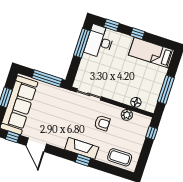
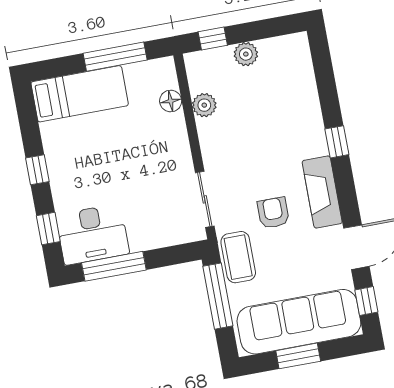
bed: (151, 53) -> (80, 94), moved, turned -90
armchair: (102, 123) -> (273, 213), moved
plant: (138, 143) -> (246, 54), added
fireplace: (82, 148) -> (322, 192), moved
coffee table: (120, 157) -> (238, 257), moved

